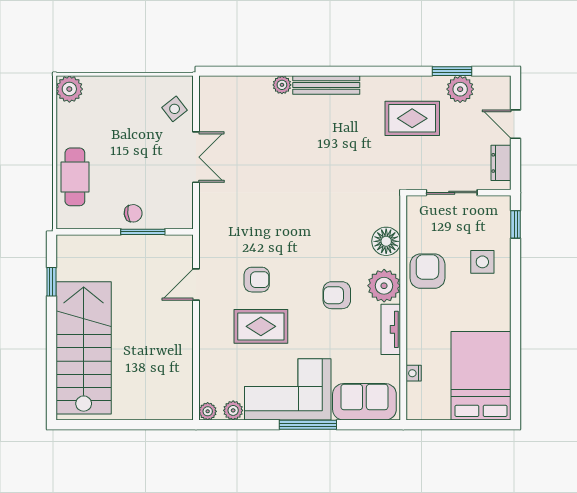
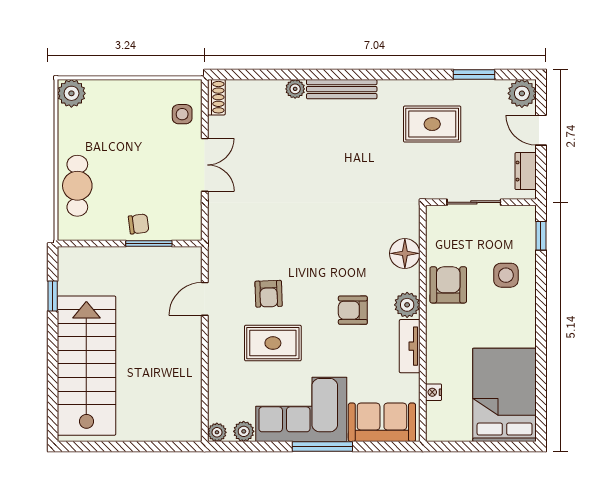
plant: (460, 89) -> (522, 93), moved
shoe rack: (207, 93) -> (216, 97), added
side table: (175, 109) -> (182, 114), turned 38
armchair: (257, 280) -> (269, 294), turned 88
plant: (384, 286) -> (407, 305), width x0.73, depth x0.73

